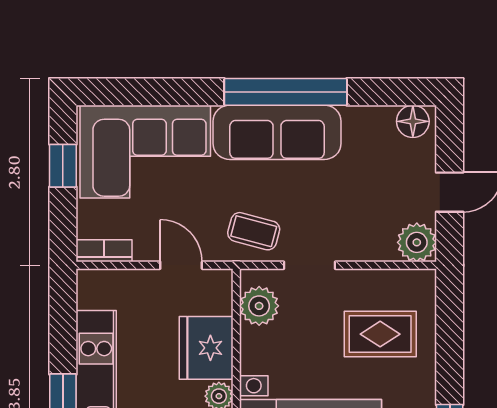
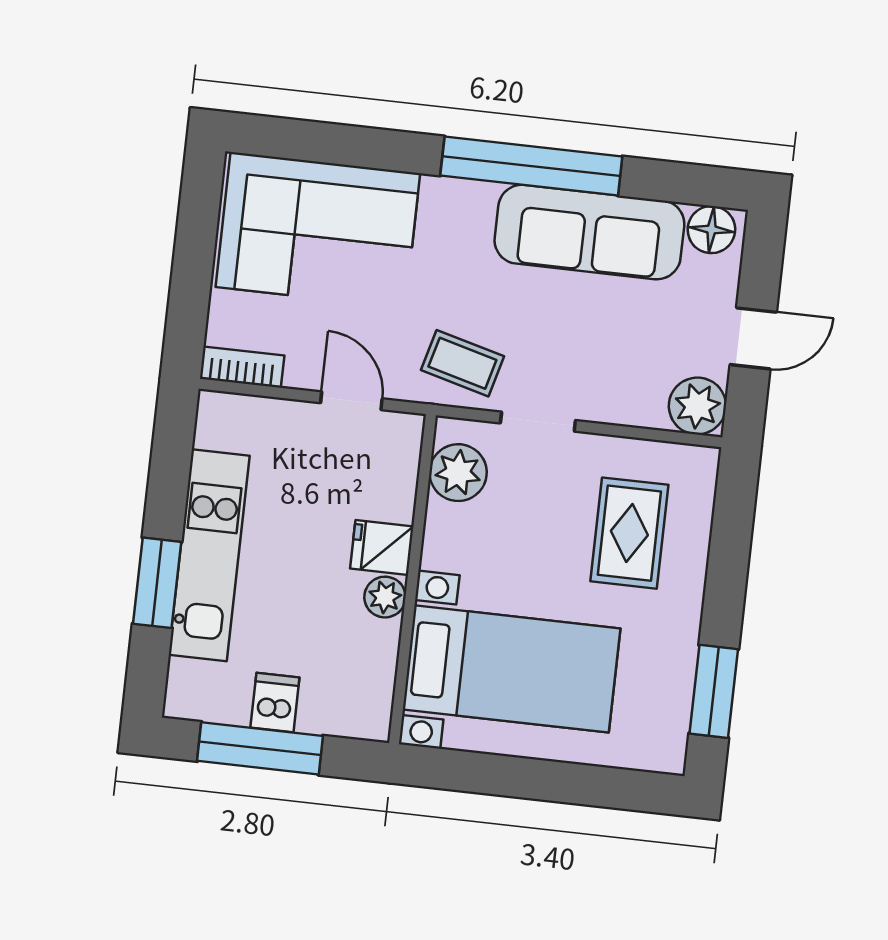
sofa: (277, 132) -> (589, 232), moved
window: (63, 166) -> (196, 237), removed
rug: (380, 334) -> (629, 533), turned 90
fridge: (206, 348) -> (382, 547), width x0.53, depth x0.75

